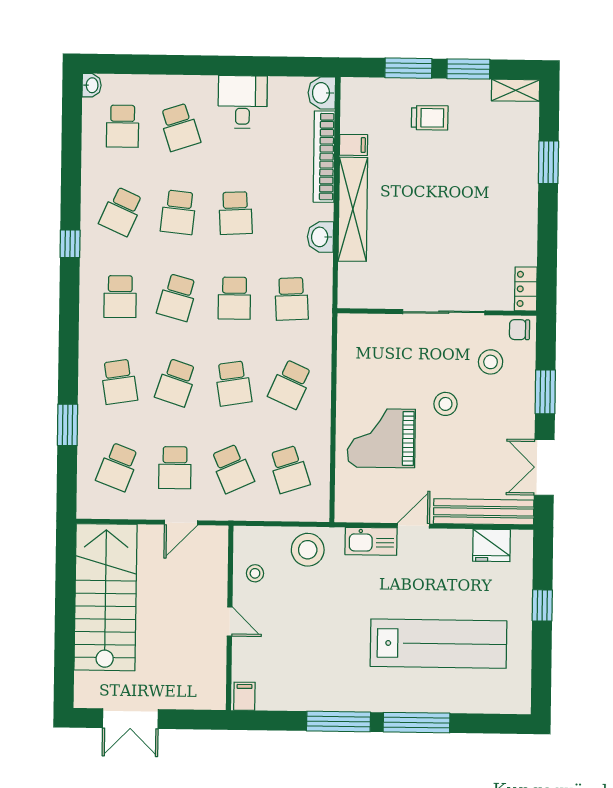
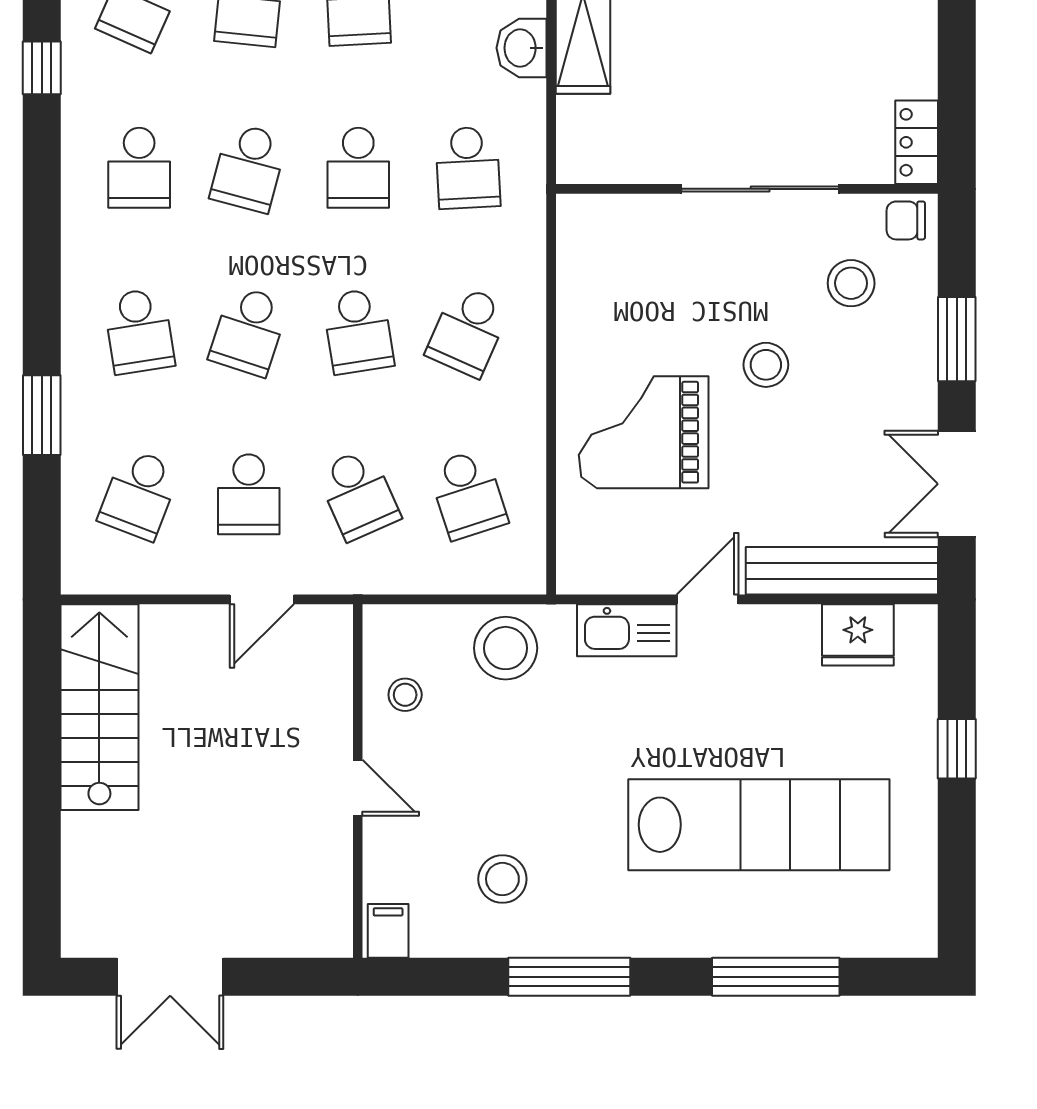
stairs: (105, 597) -> (99, 707), width x0.73, depth x0.66
stool: (304, 670) -> (502, 879), added
window: (417, 723) -> (776, 977), moved

